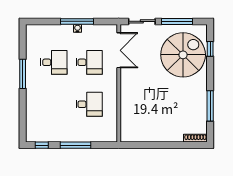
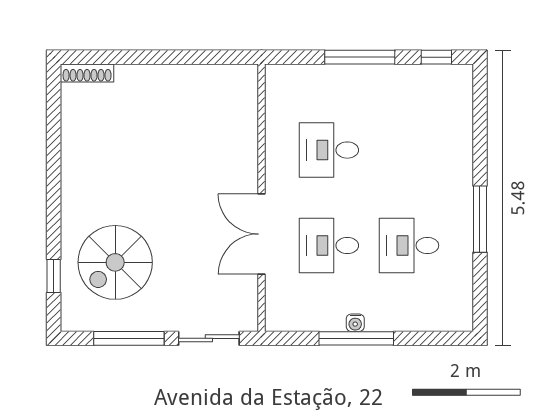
double door: (119, 50) -> (261, 234), moved
spiral stairs: (183, 55) -> (115, 262), width x0.73, depth x0.73
window: (210, 106) -> (54, 146), removed

